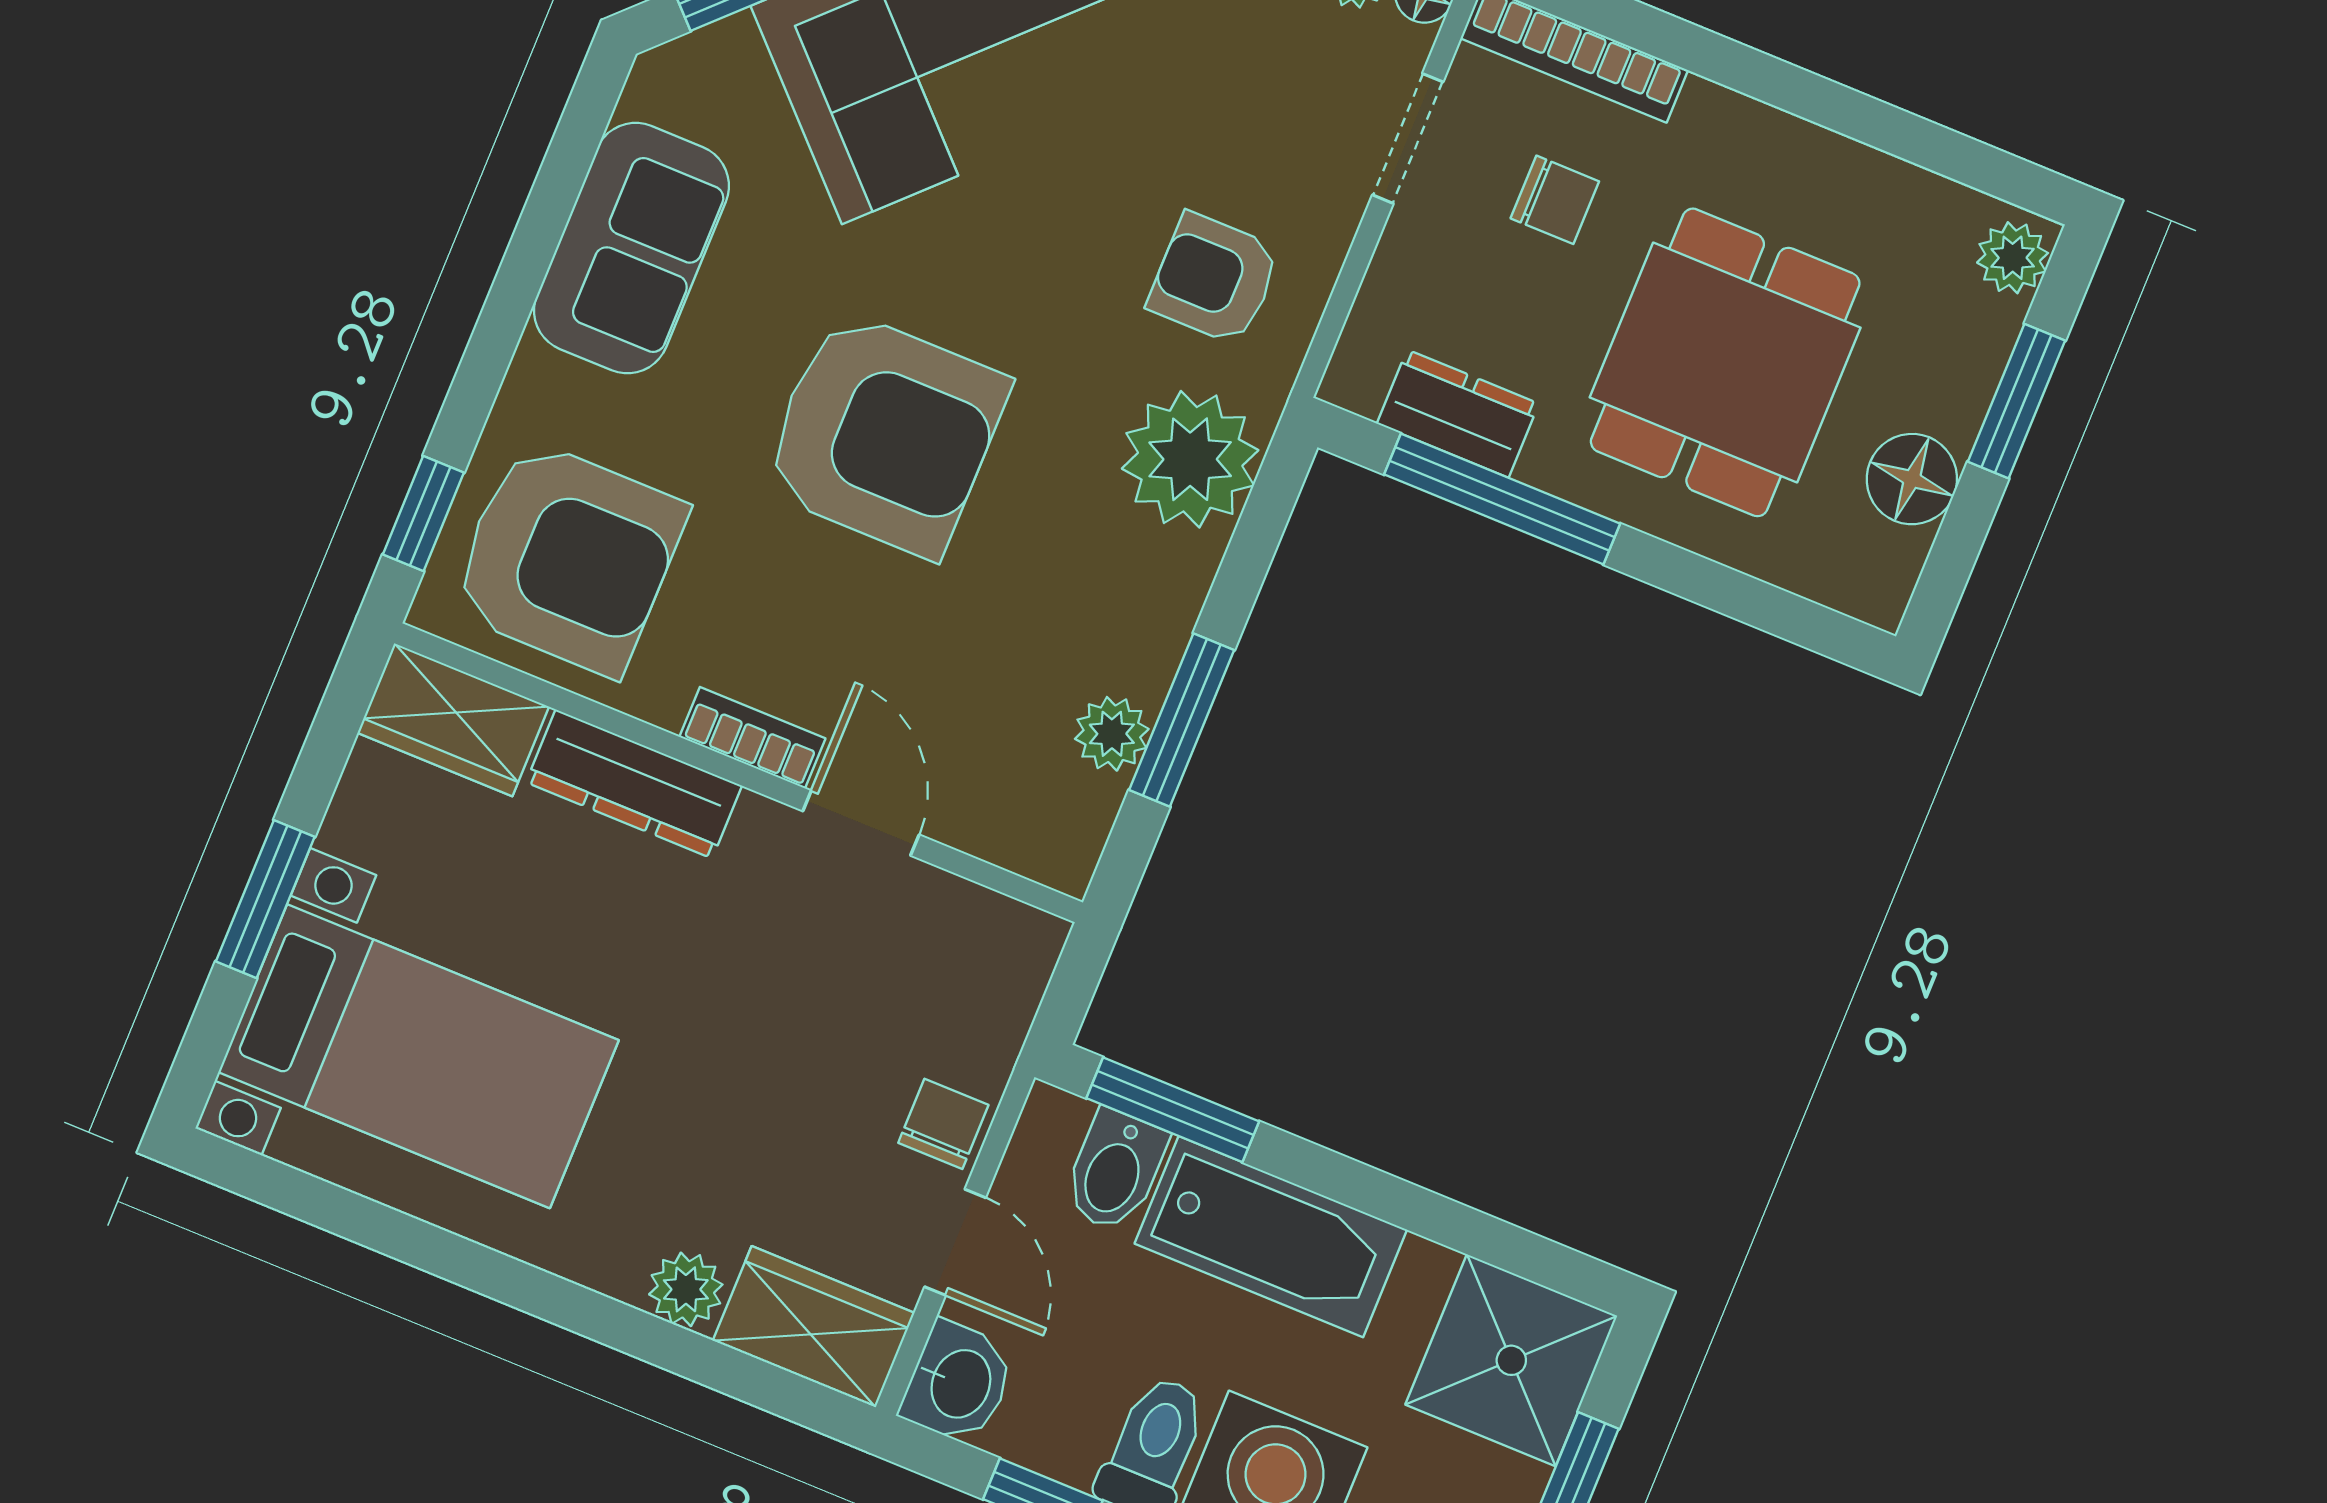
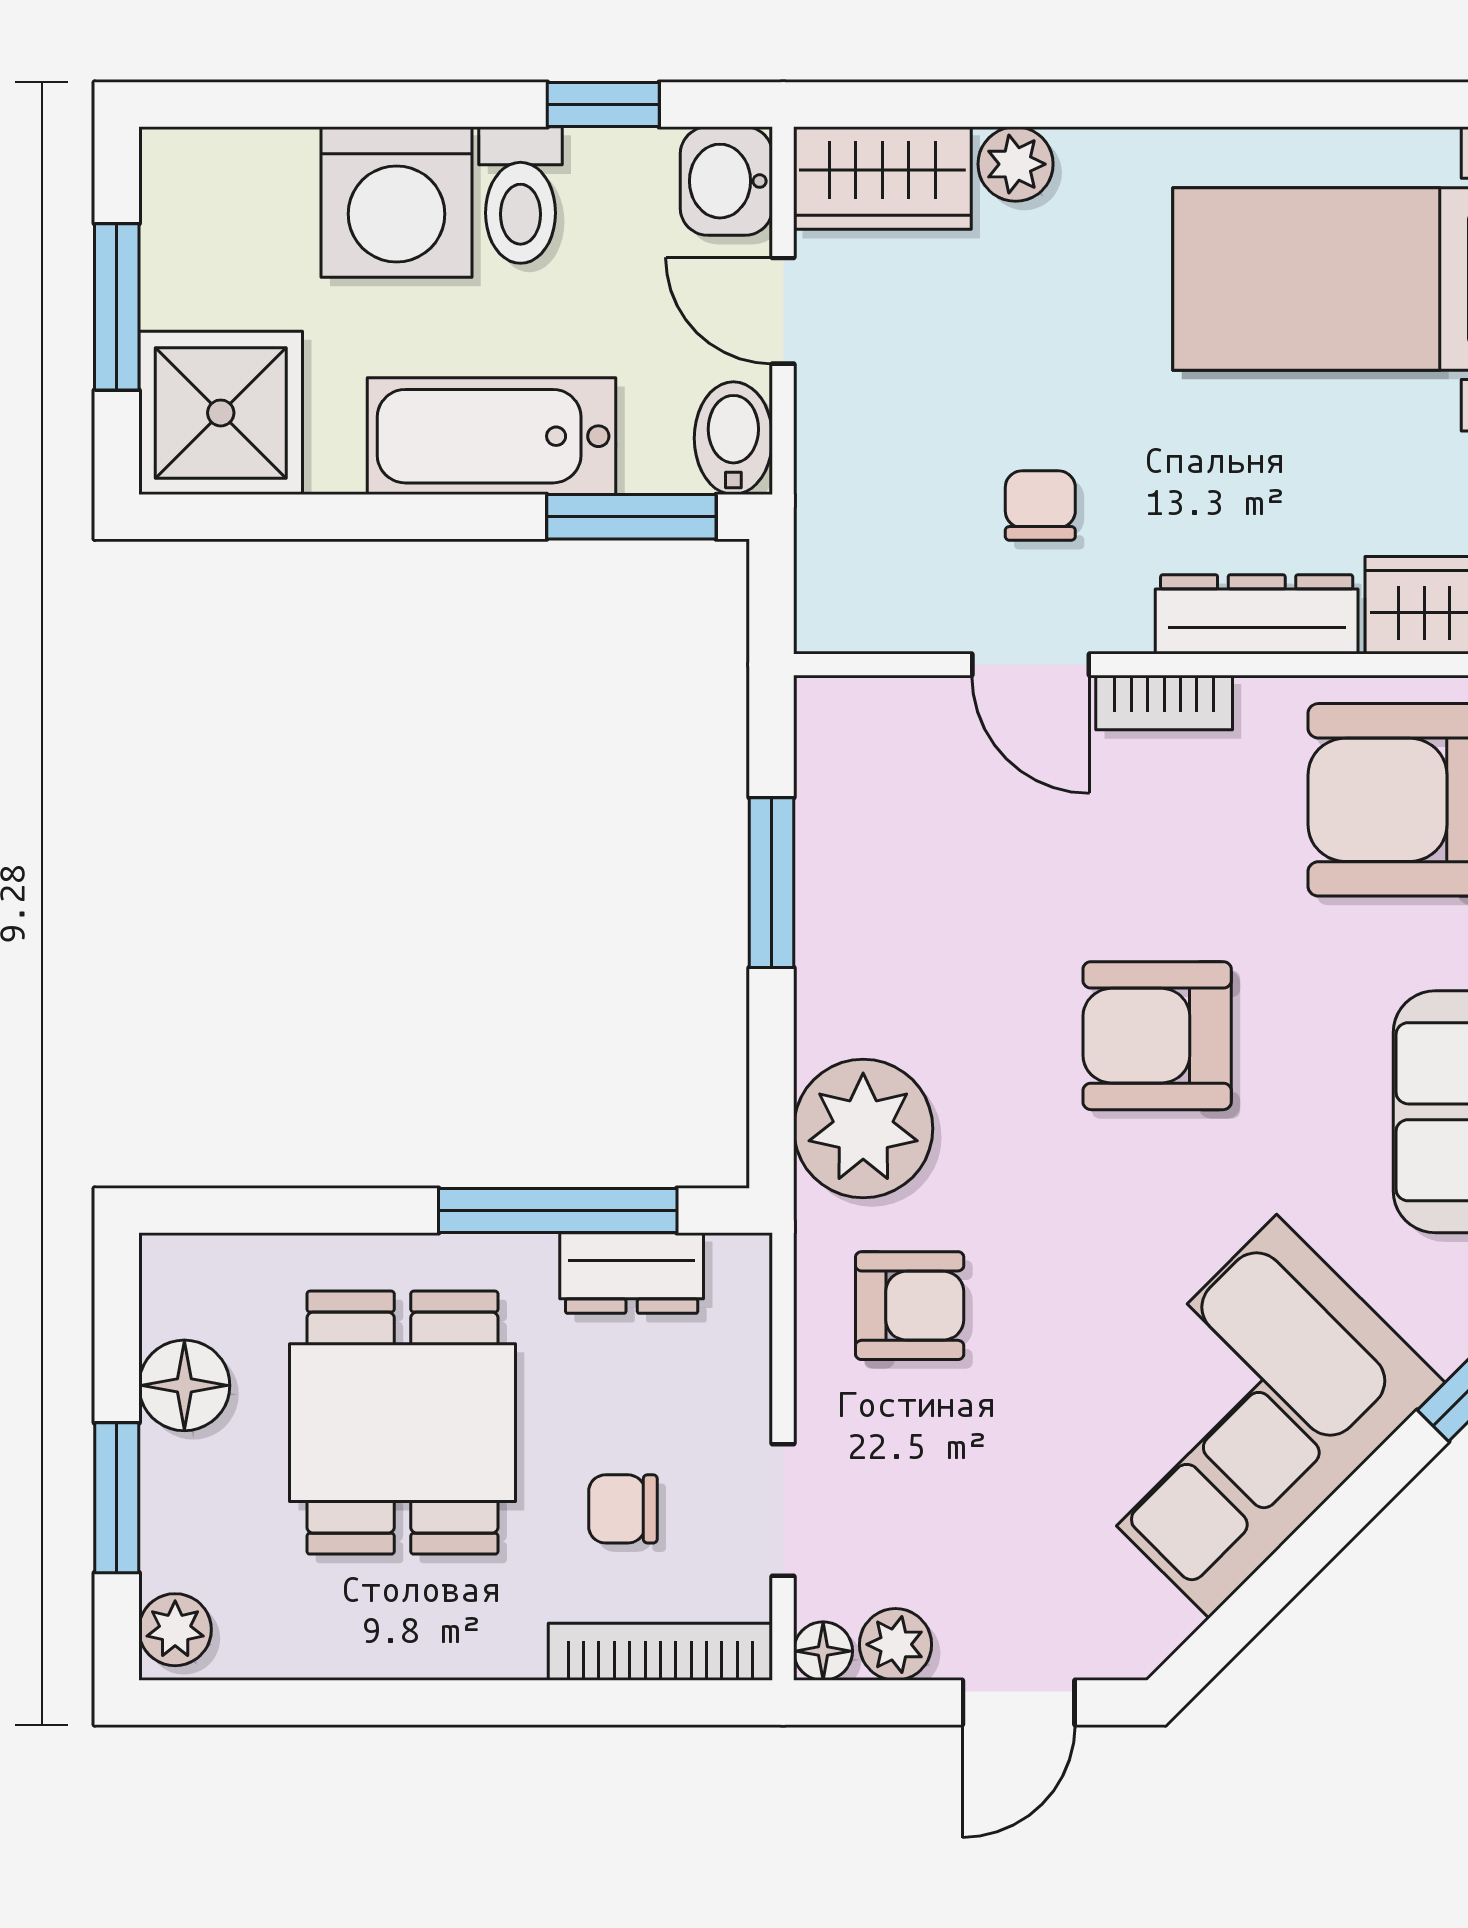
armchair: (885, 434) -> (1157, 1036), width x0.73, depth x0.73
plant: (1112, 734) -> (831, 843), removed
chair: (943, 1124) -> (1040, 505), moved, turned 180
bidet: (1115, 1171) -> (733, 438), moved

